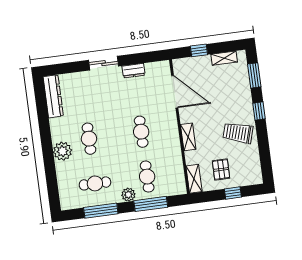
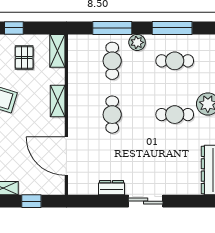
cafe table: (89, 139) -> (175, 115), turned 90

